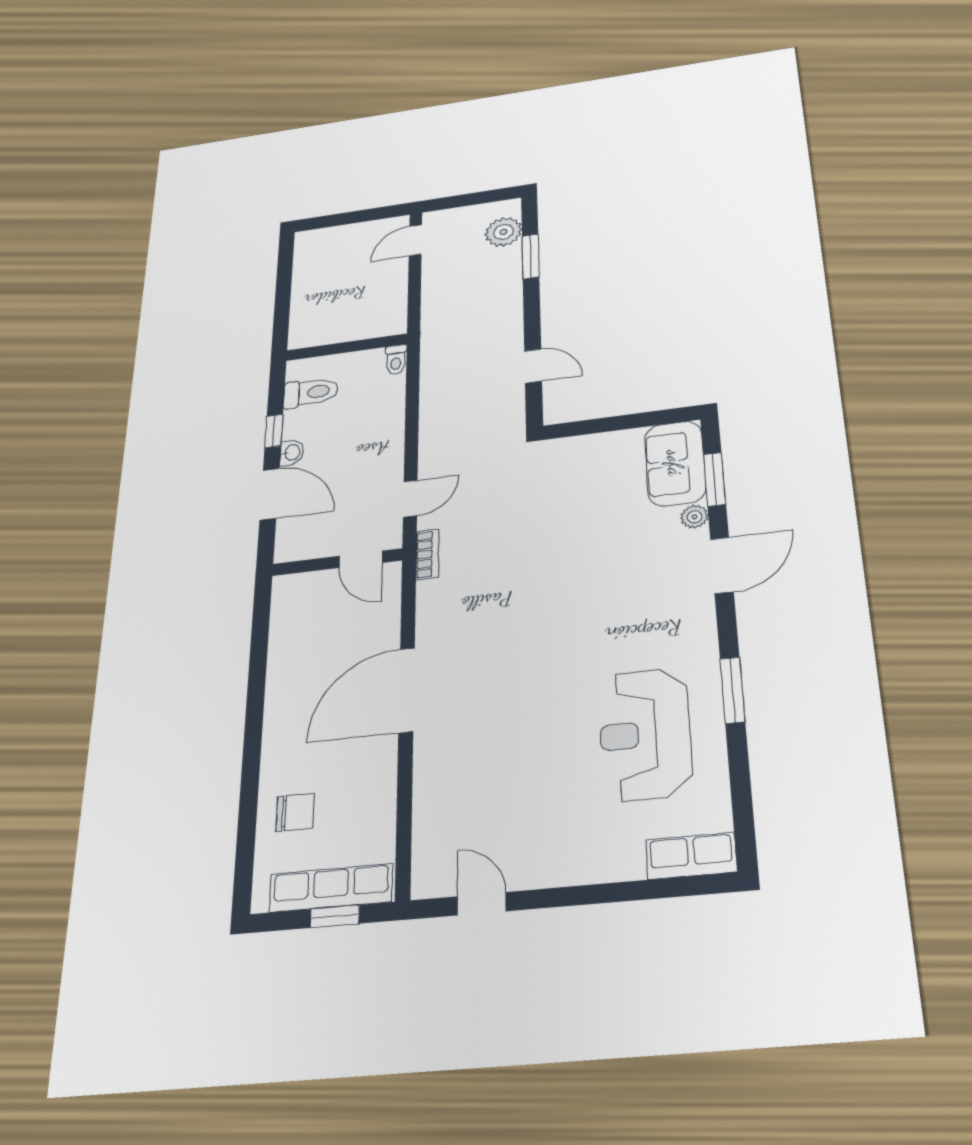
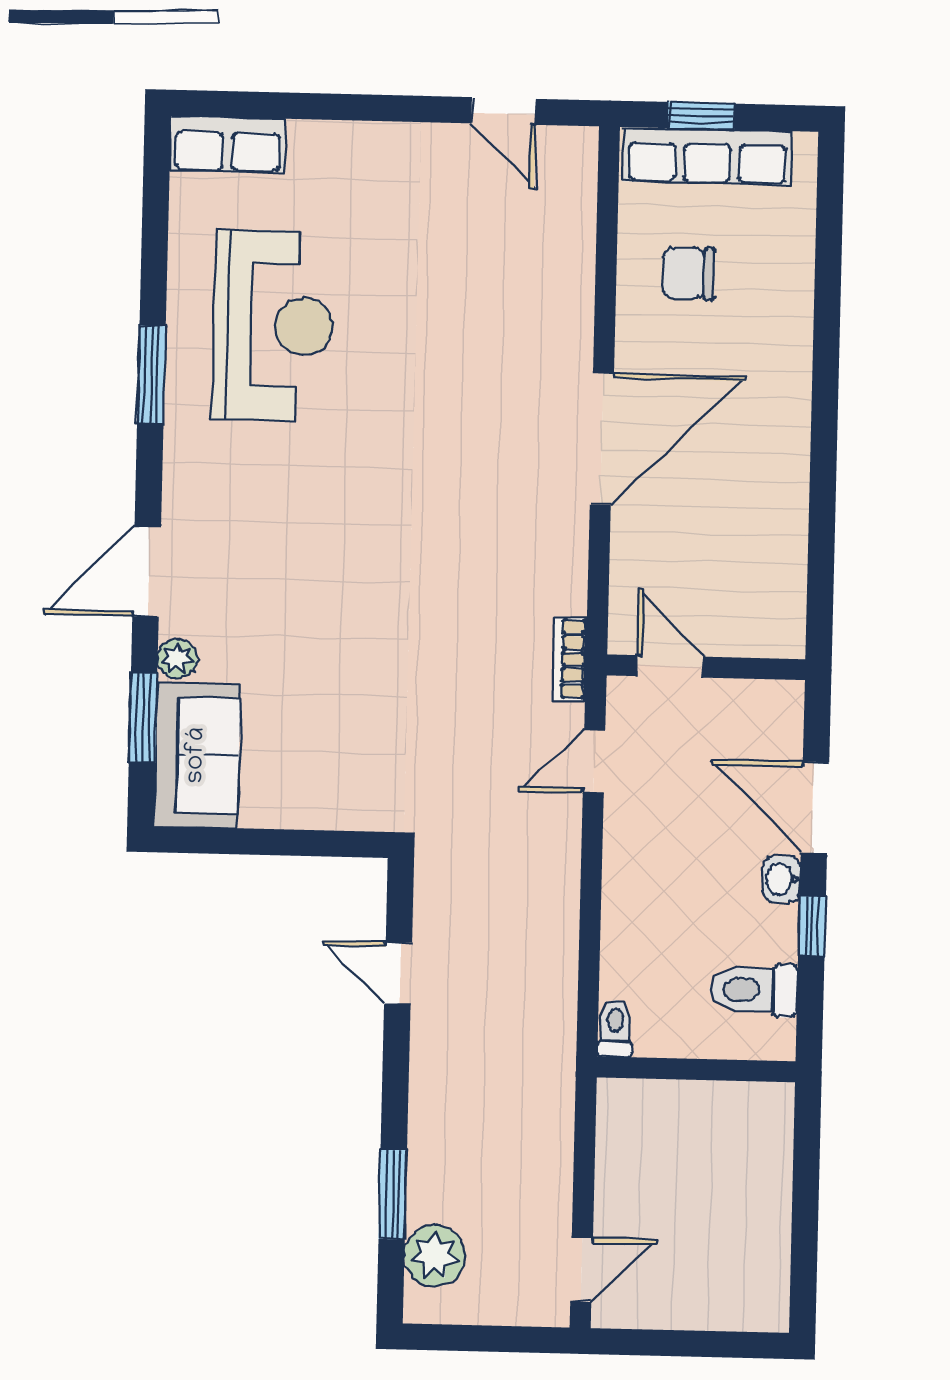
chair: (295, 812) -> (688, 273), moved

